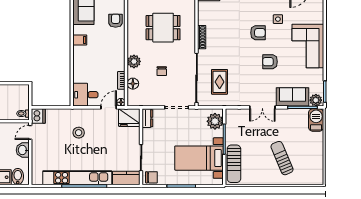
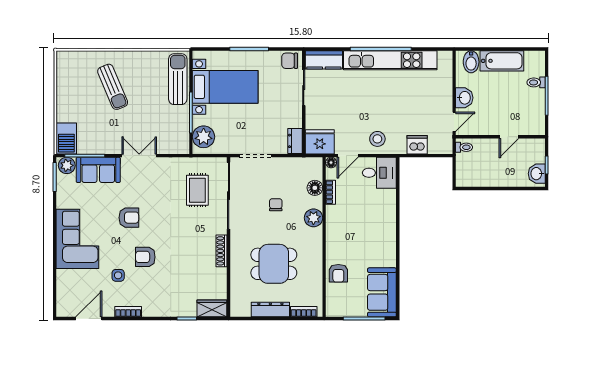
filing cabinet: (80, 40) -> (387, 247), removed
dishwasher: (38, 116) -> (417, 145), moved, turned 90
stool: (79, 133) -> (377, 139), moved

